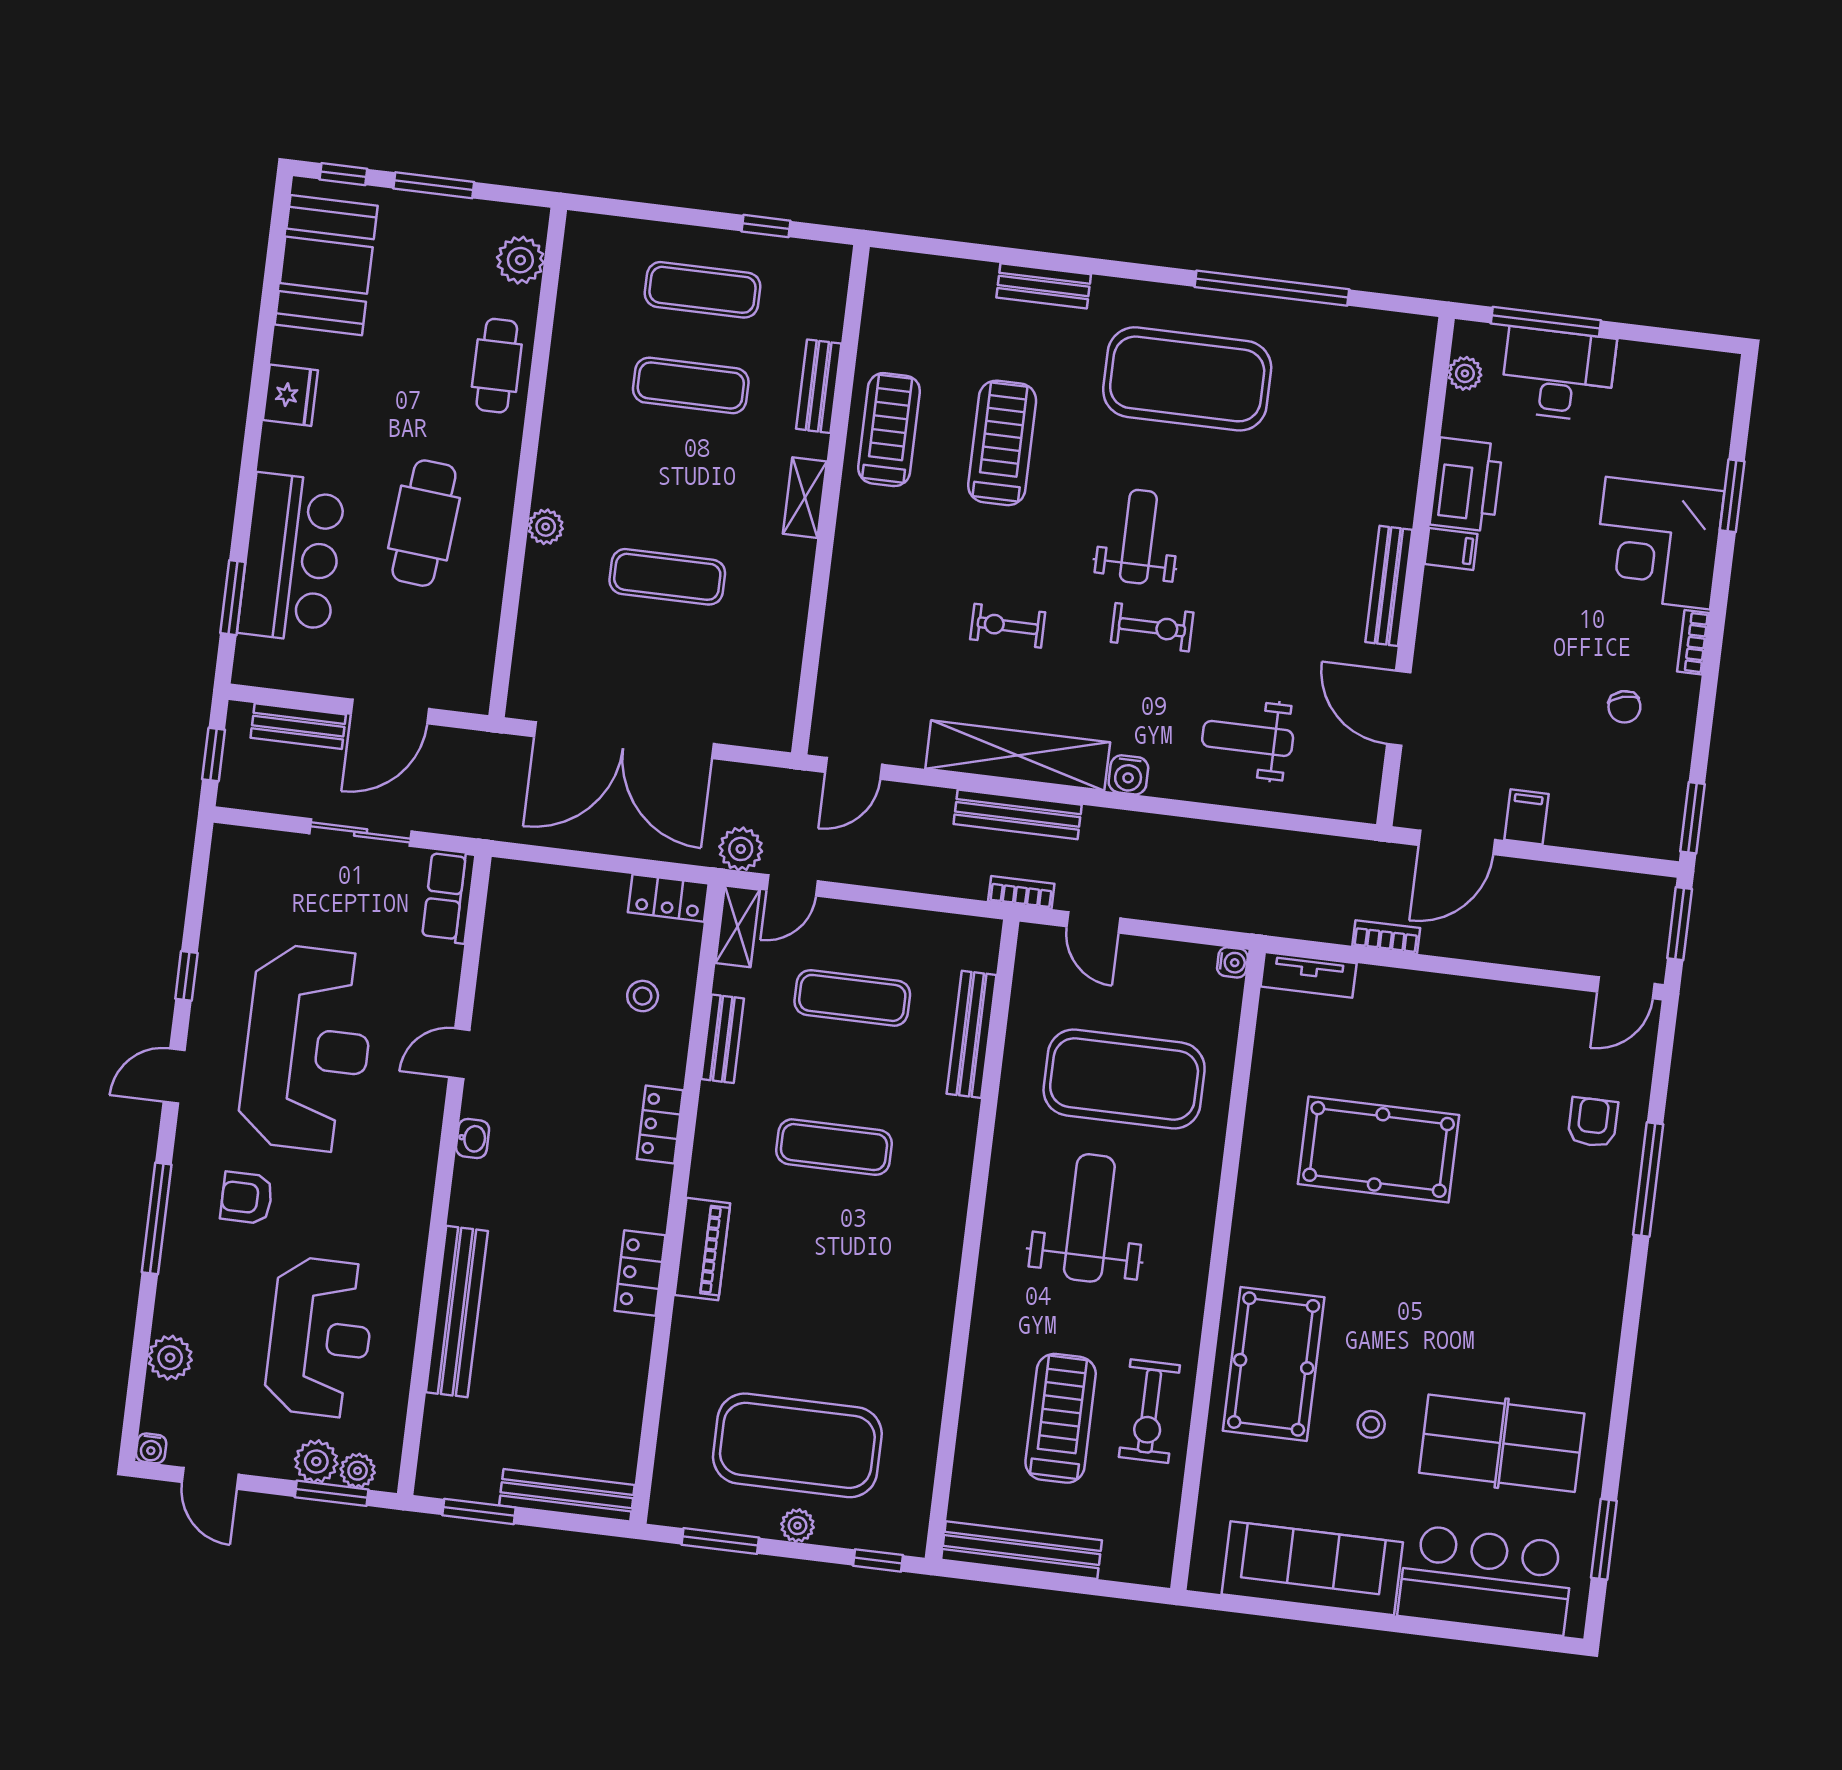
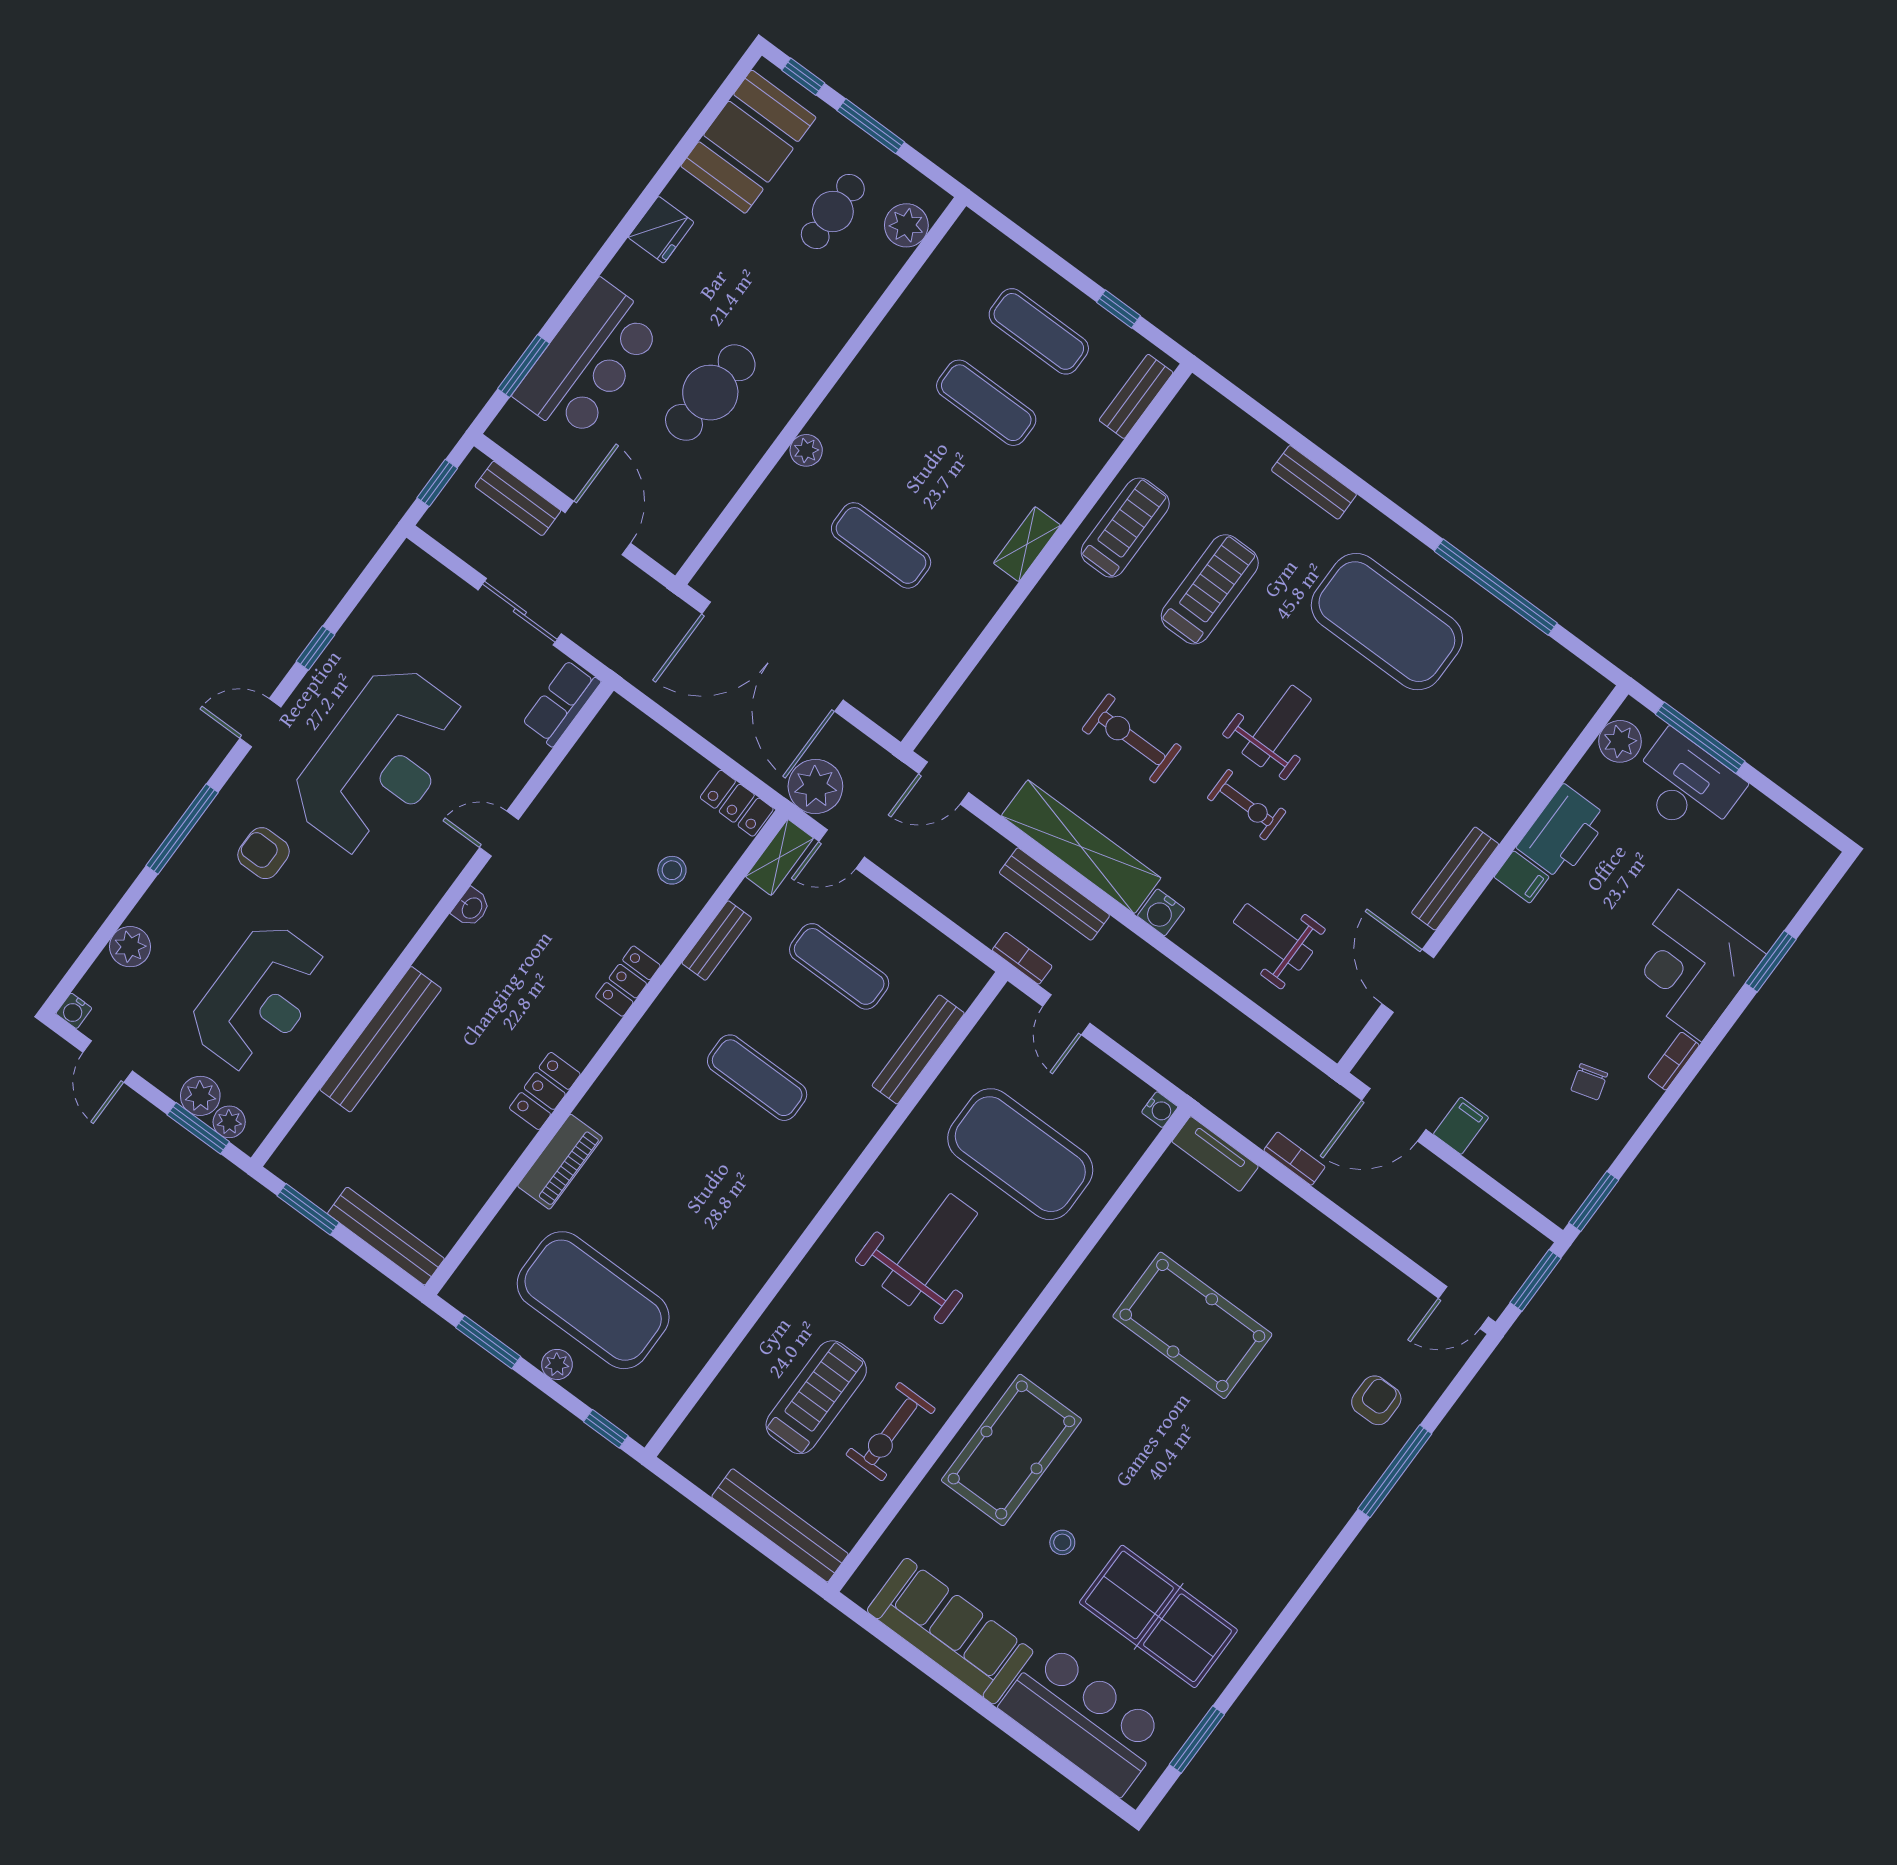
cafe table: (497, 366) -> (833, 212), moved
plant: (1465, 373) -> (1620, 741), width x1.38, depth x1.38
bench: (819, 386) -> (1136, 396), moved
exercise bike: (1008, 626) -> (1132, 738), width x1.38, depth x1.39
door: (390, 711) -> (598, 528), swing flipped
plant: (741, 849) -> (815, 787), width x1.36, depth x1.36
piano: (702, 1249) -> (560, 1162), moved
bench: (1022, 1550) -> (780, 1525), moved

